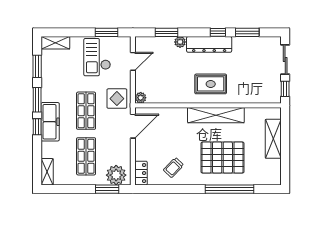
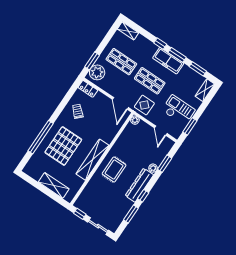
freezer: (50, 122) -> (168, 61), moved

